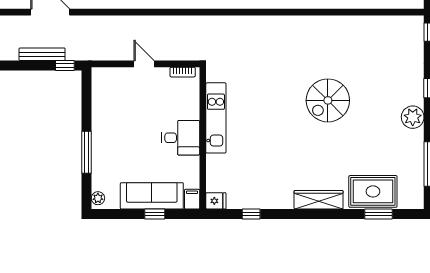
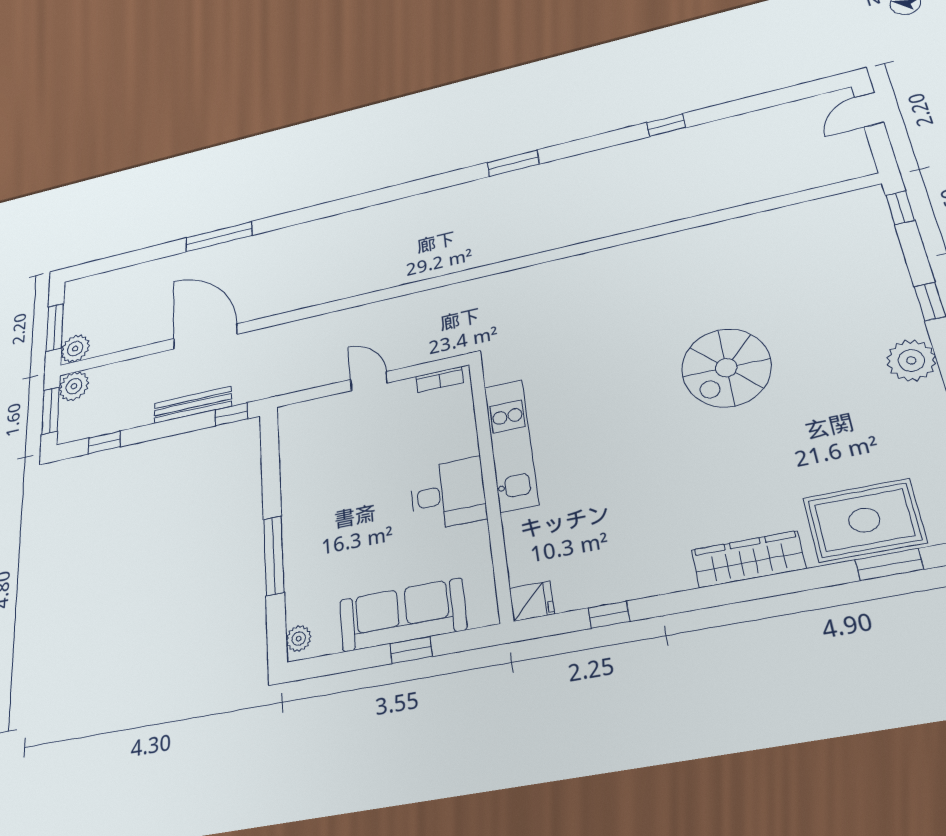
filing cabinet: (192, 199) -> (483, 607), removed

